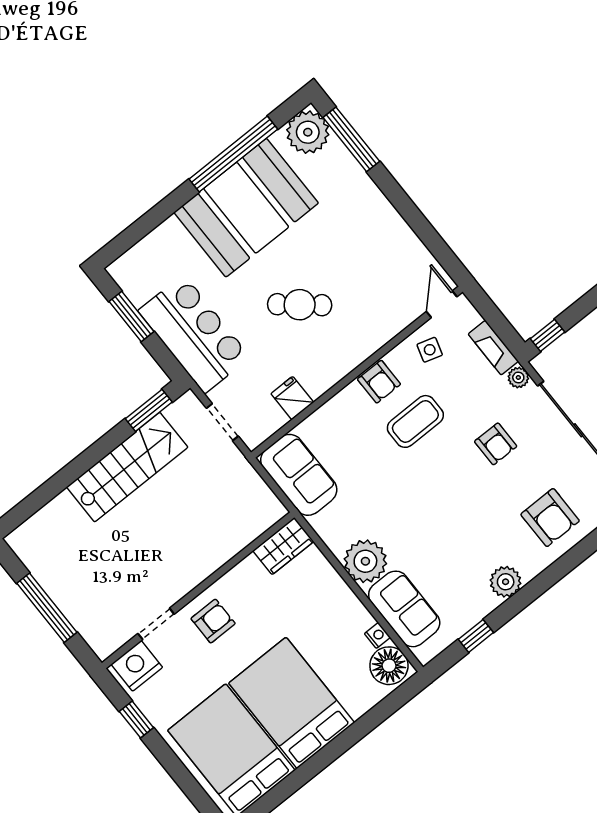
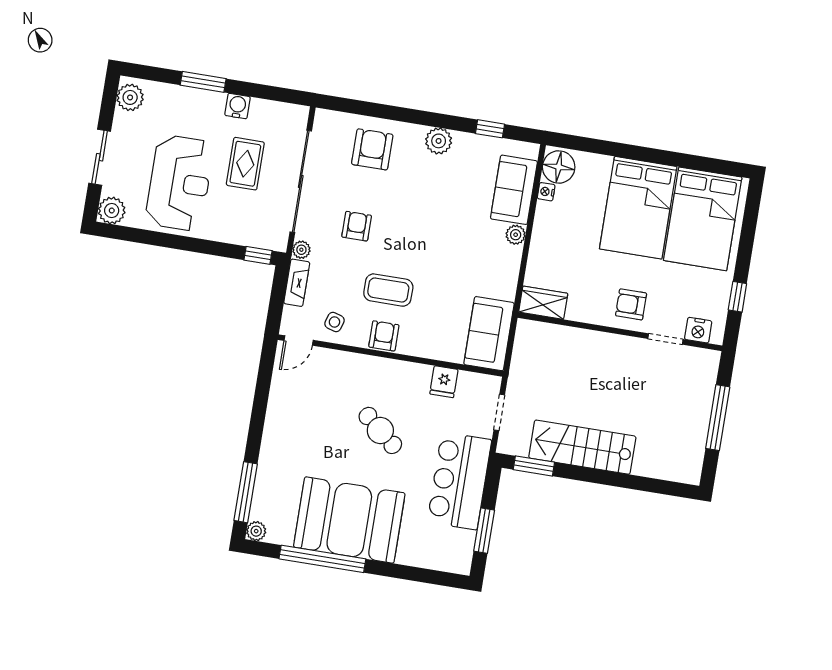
plant: (308, 132) -> (256, 531), width x0.53, depth x0.53
plant: (365, 561) -> (516, 235), width x0.53, depth x0.53
nightstand: (137, 666) -> (698, 330), width x0.74, depth x0.75

